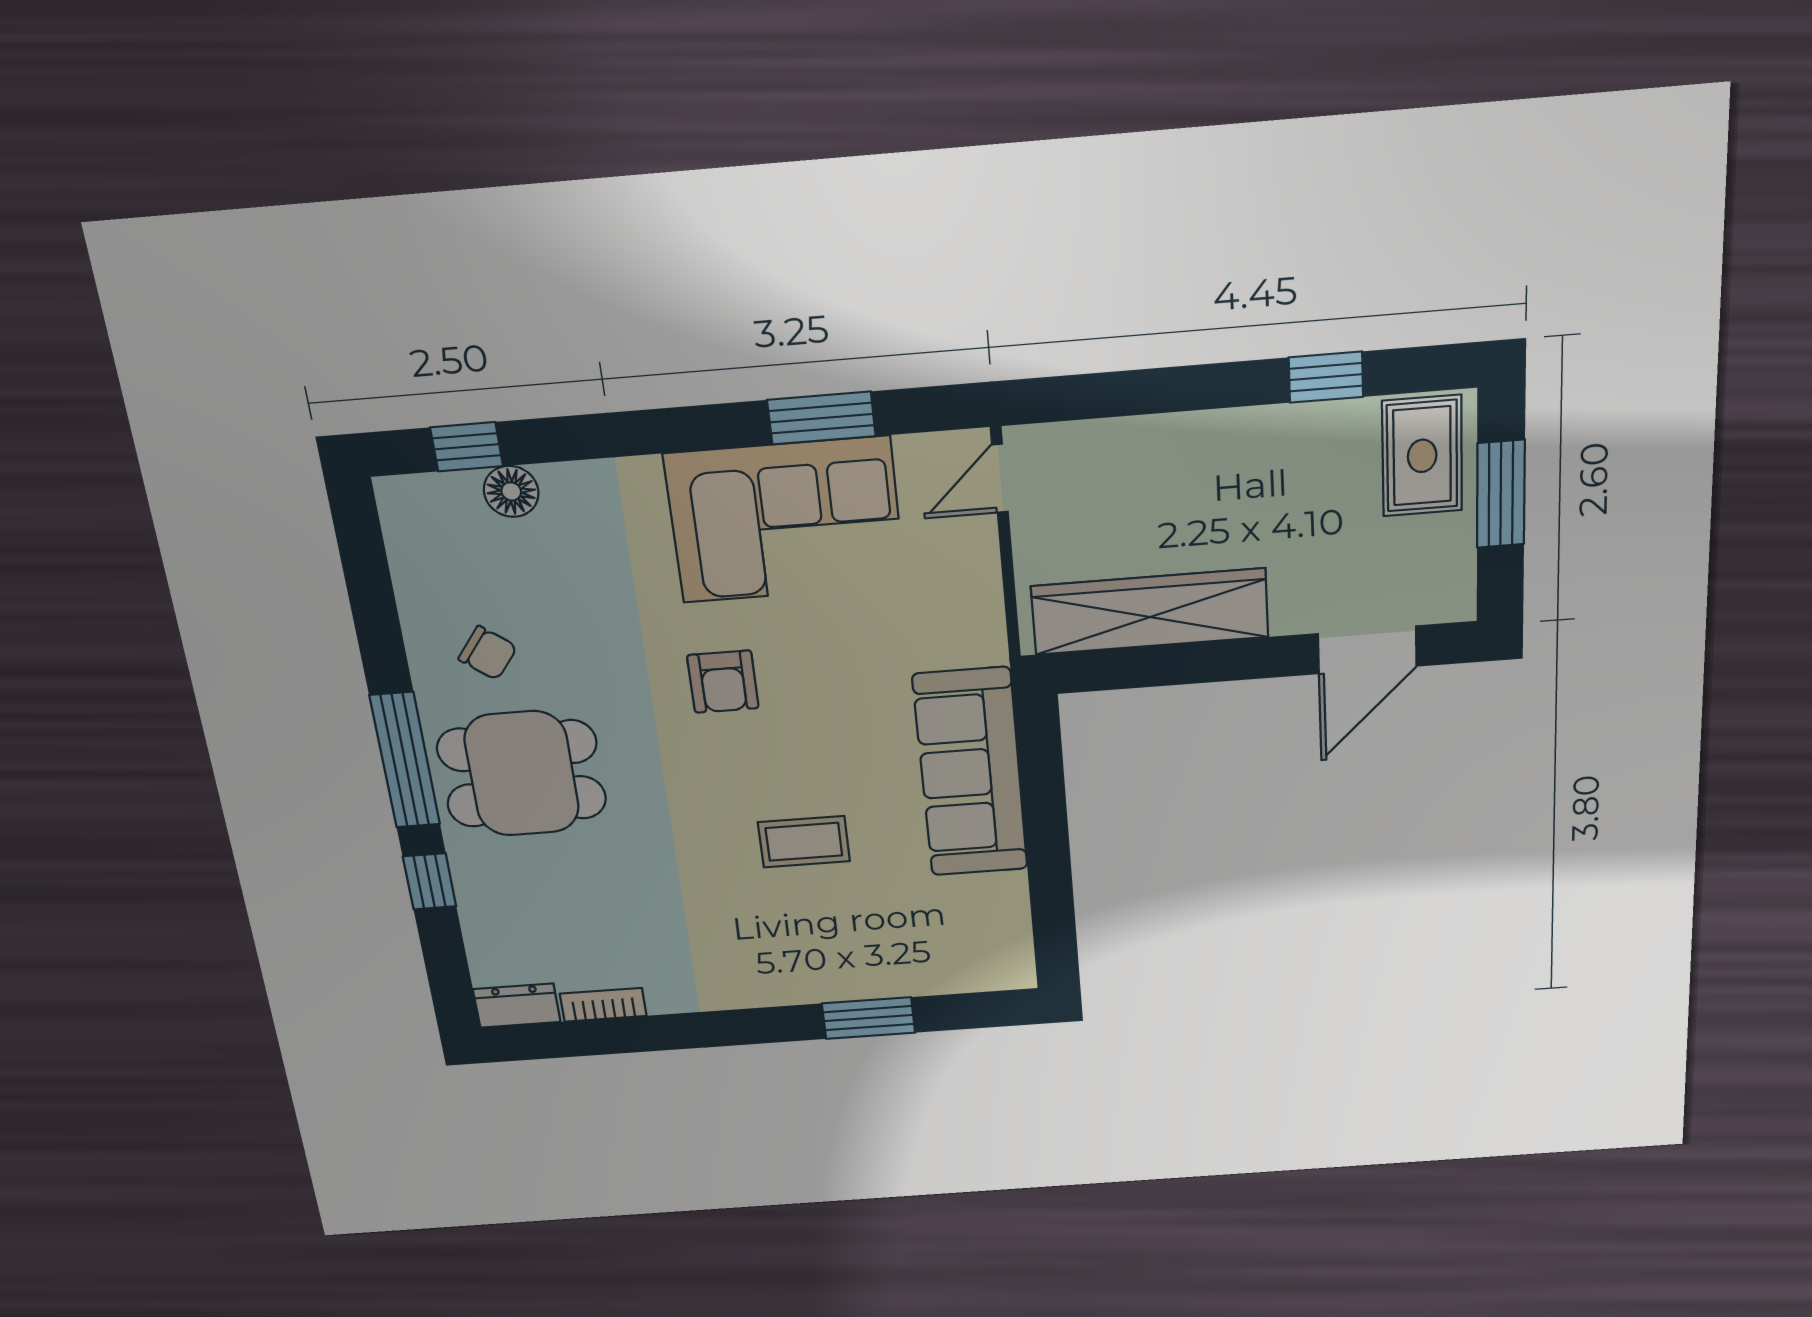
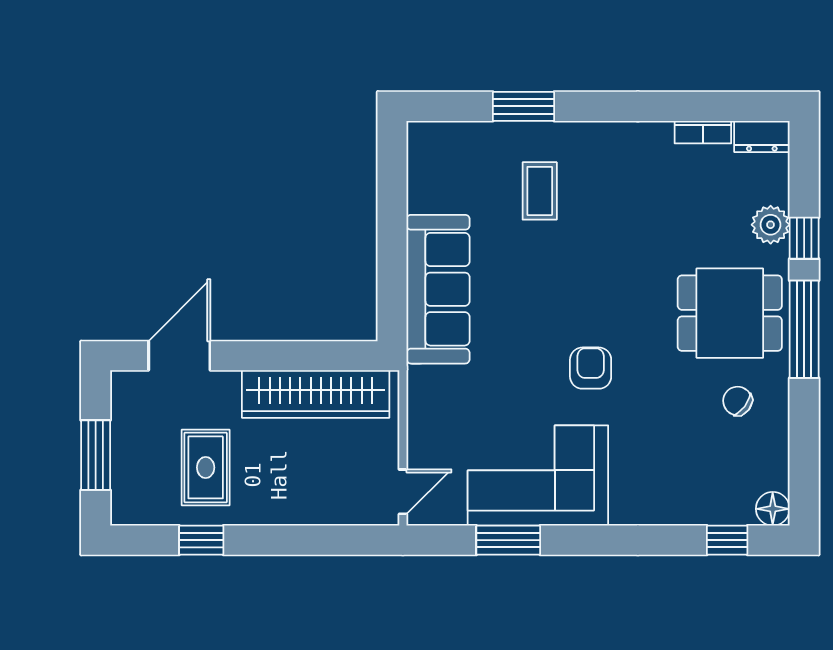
rug: (1422, 456) -> (206, 467), moved
floor lamp: (511, 491) -> (773, 509), moved
coffee table: (804, 842) -> (540, 191), moved, turned 90
plant: (483, 895) -> (771, 225), added

